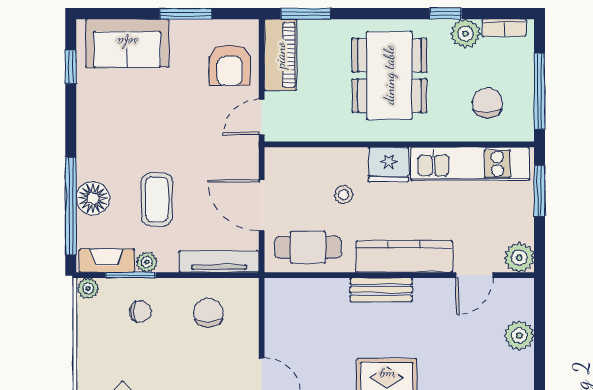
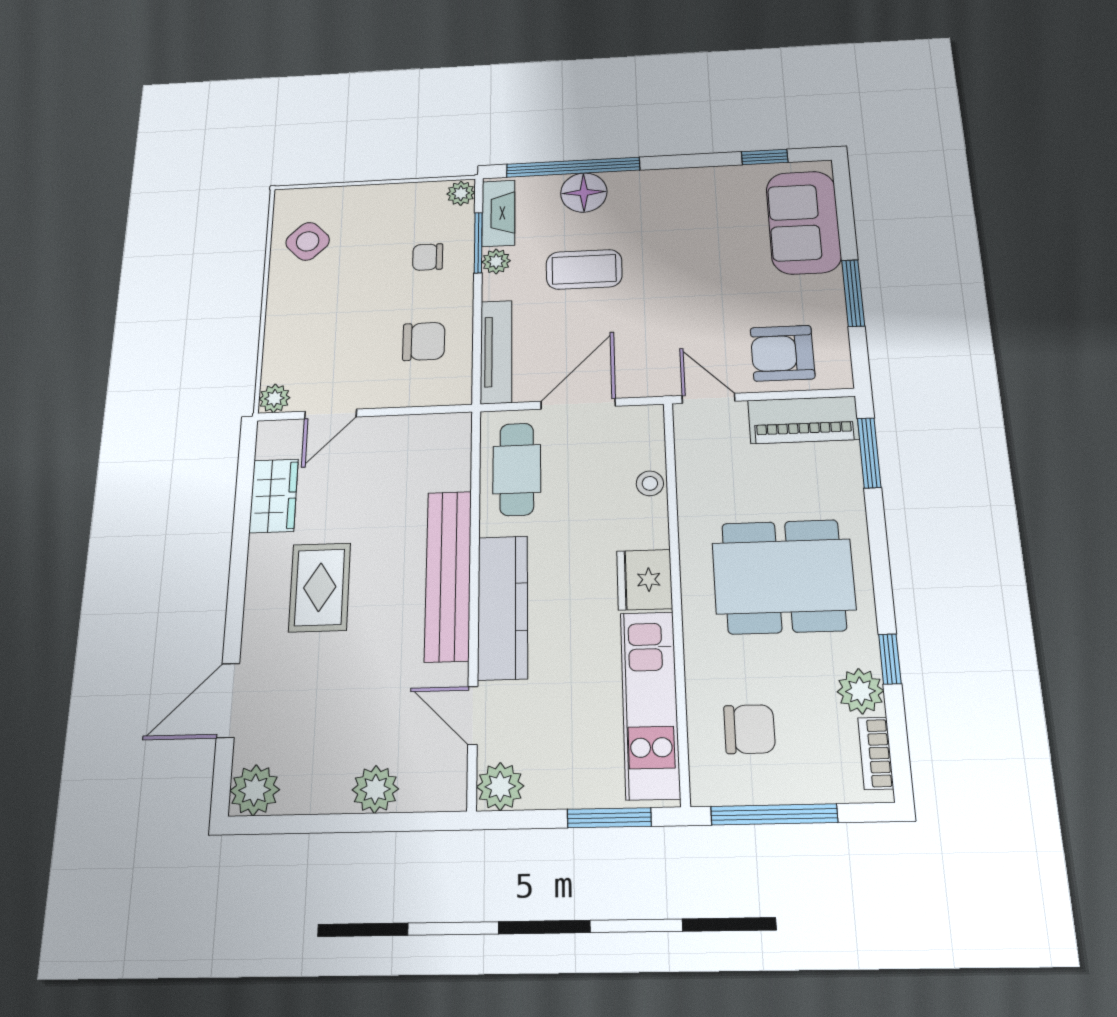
stool: (344, 194) -> (650, 483), moved
bench: (381, 290) -> (448, 575), width x1.86, depth x1.21
chair: (140, 312) -> (428, 257), turned 90

